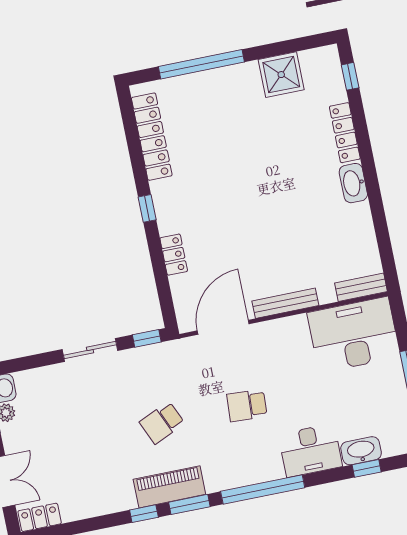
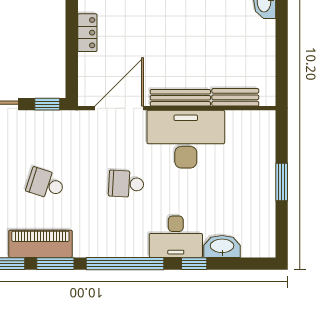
bench: (361, 287) -> (235, 97), moved
desk: (354, 335) -> (186, 139), moved
school desk: (162, 423) -> (46, 184), turned 42
window: (367, 468) -> (194, 264), moved

